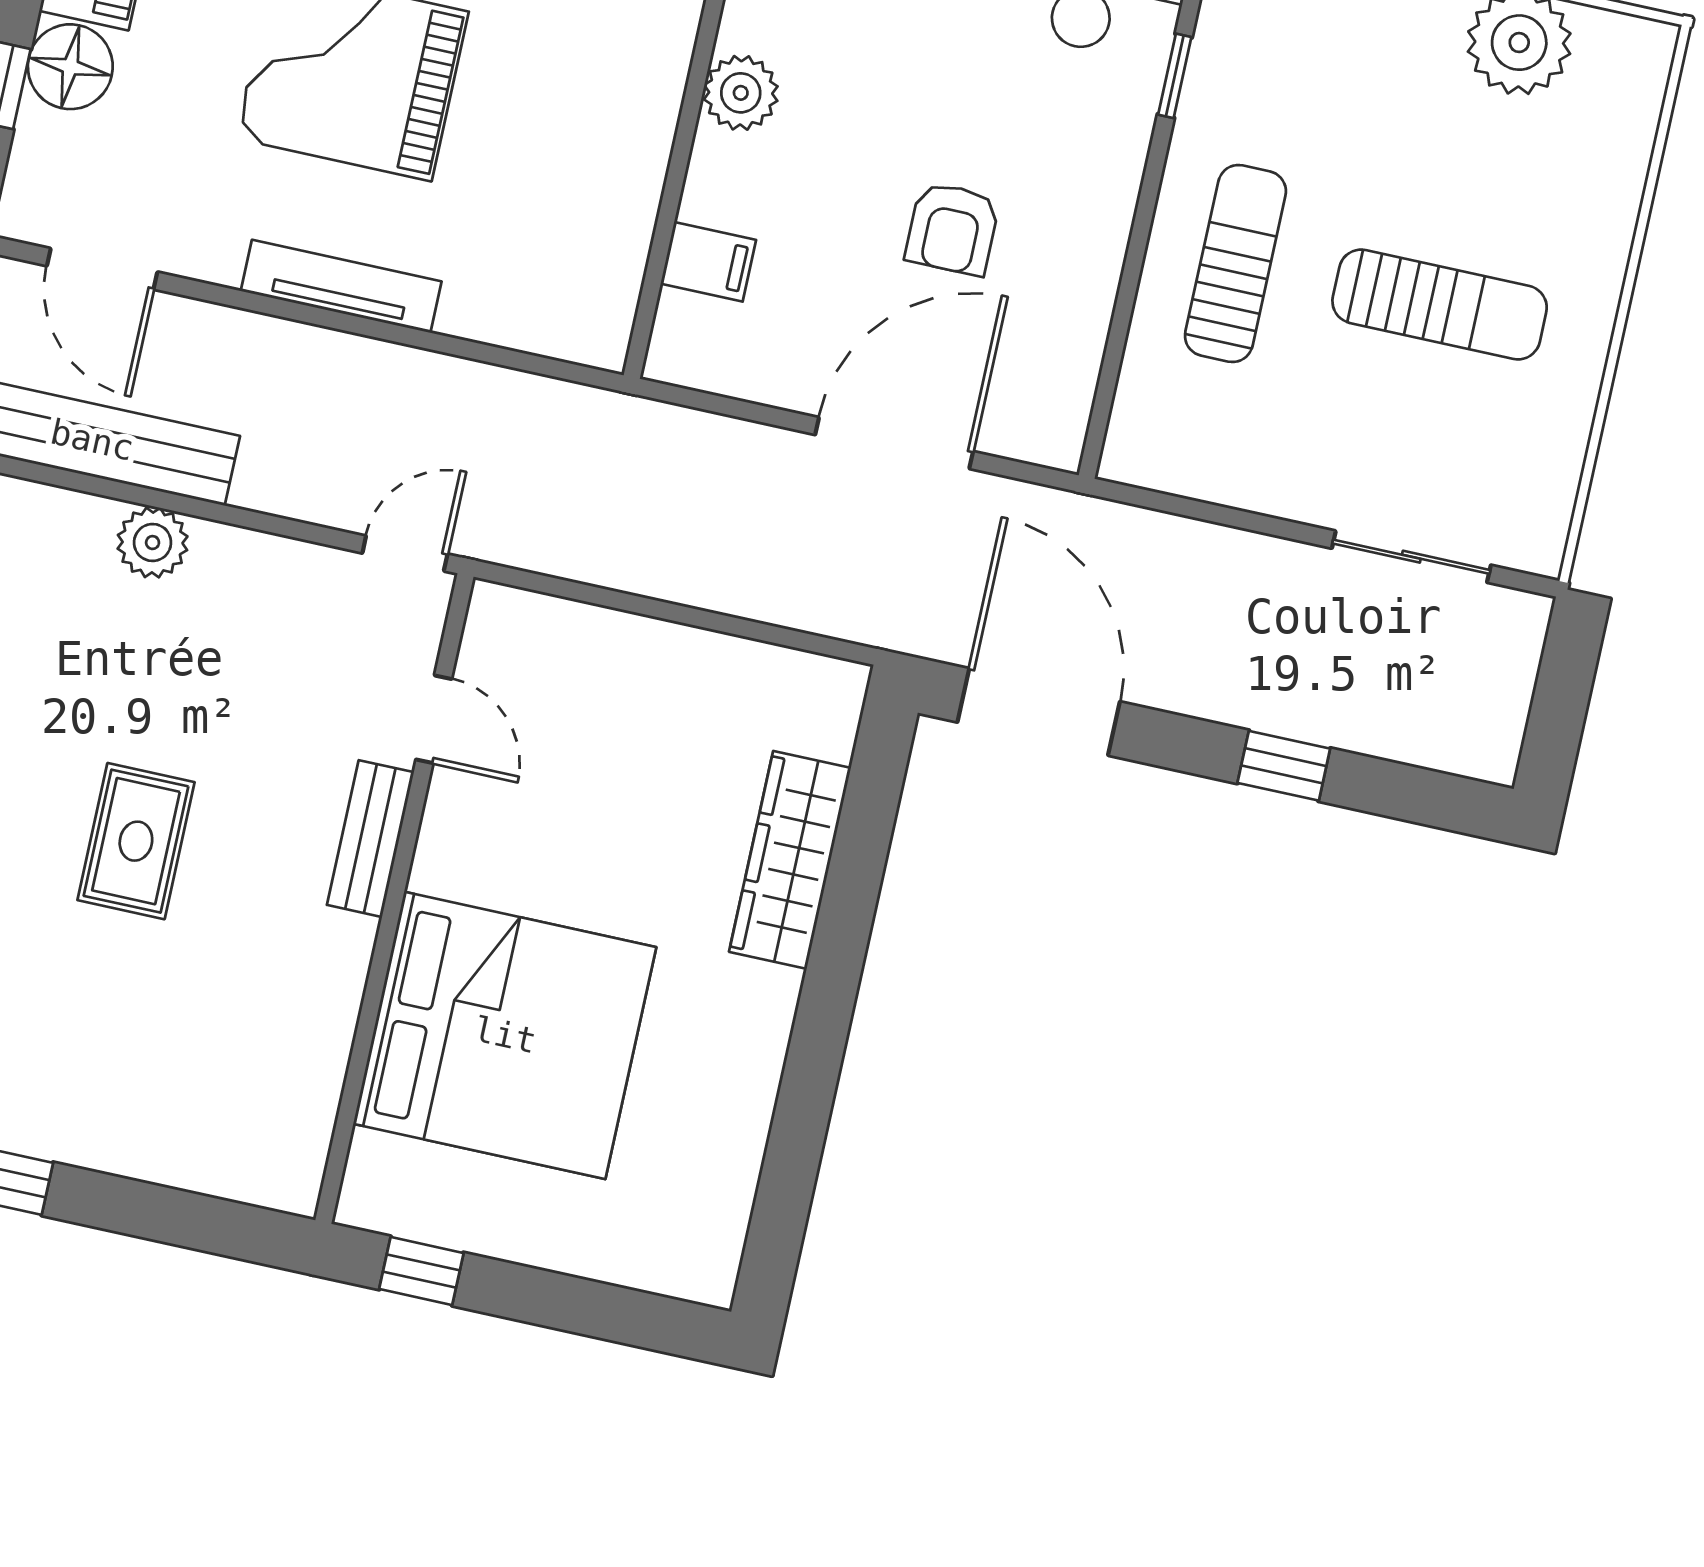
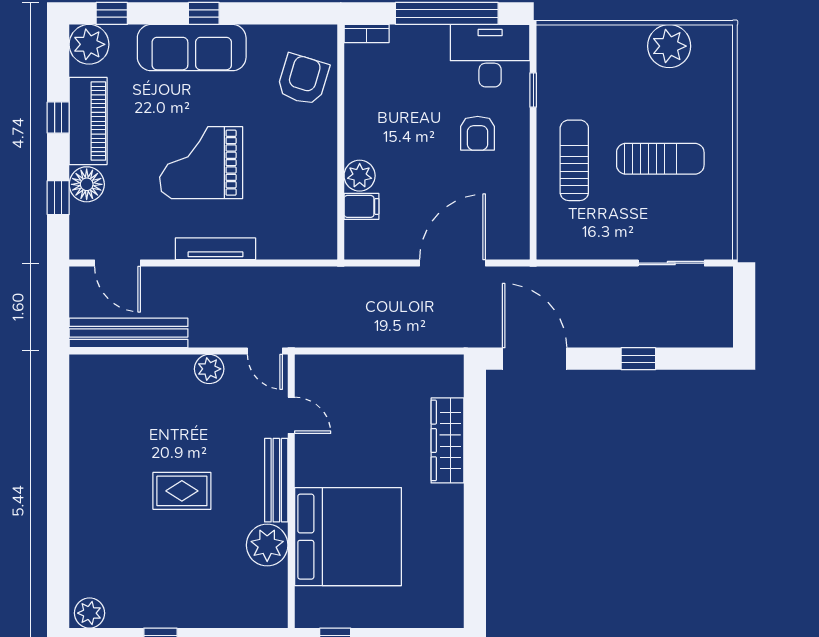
plant: (741, 93) -> (360, 176), moved
armchair: (952, 229) -> (478, 133), moved
plant: (153, 543) -> (209, 369), moved
door: (405, 553) -> (265, 351), swing flipped
bench: (370, 839) -> (276, 480), width x1.36
rug: (136, 841) -> (182, 491), turned 90
plant: (309, 1013) -> (267, 545), added

